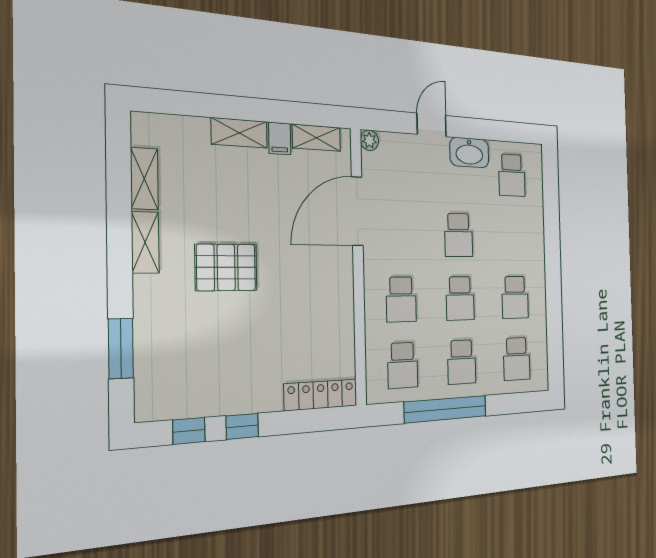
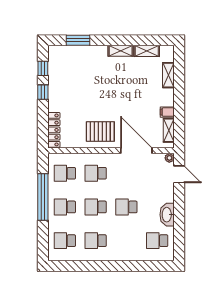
door: (432, 125) -> (179, 174), moved
shelving: (239, 133) -> (168, 75), moved
pallet: (226, 267) -> (100, 132), moved, turned 90

